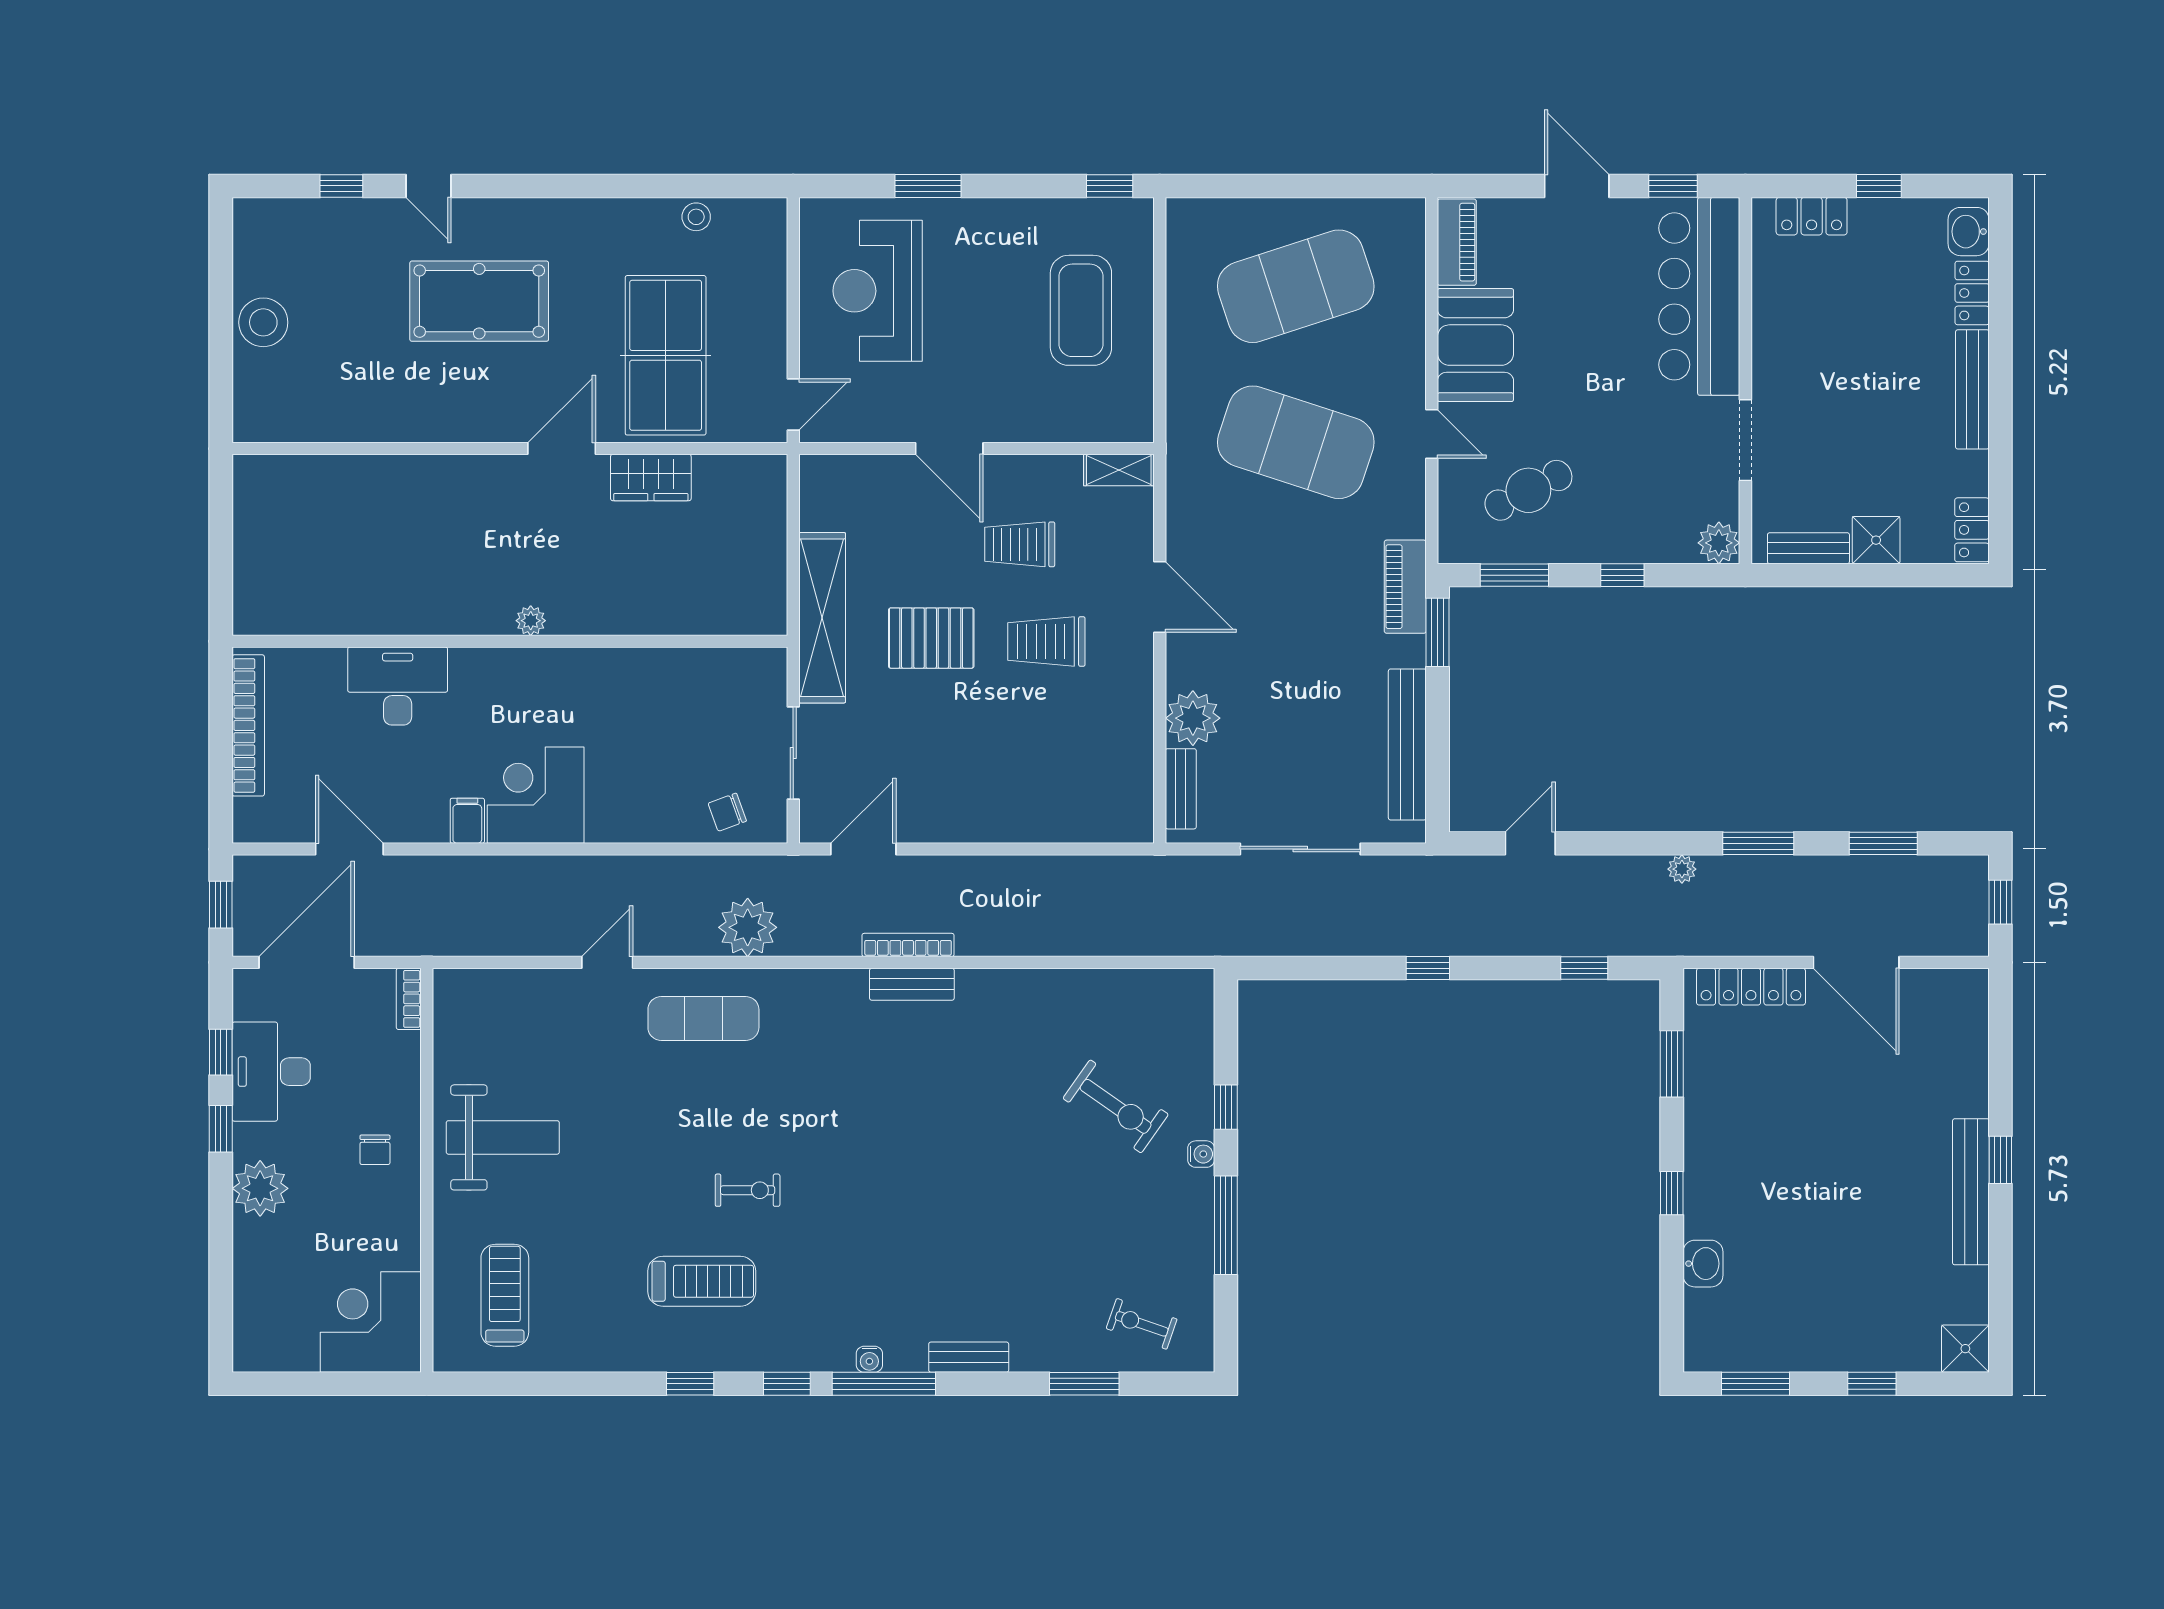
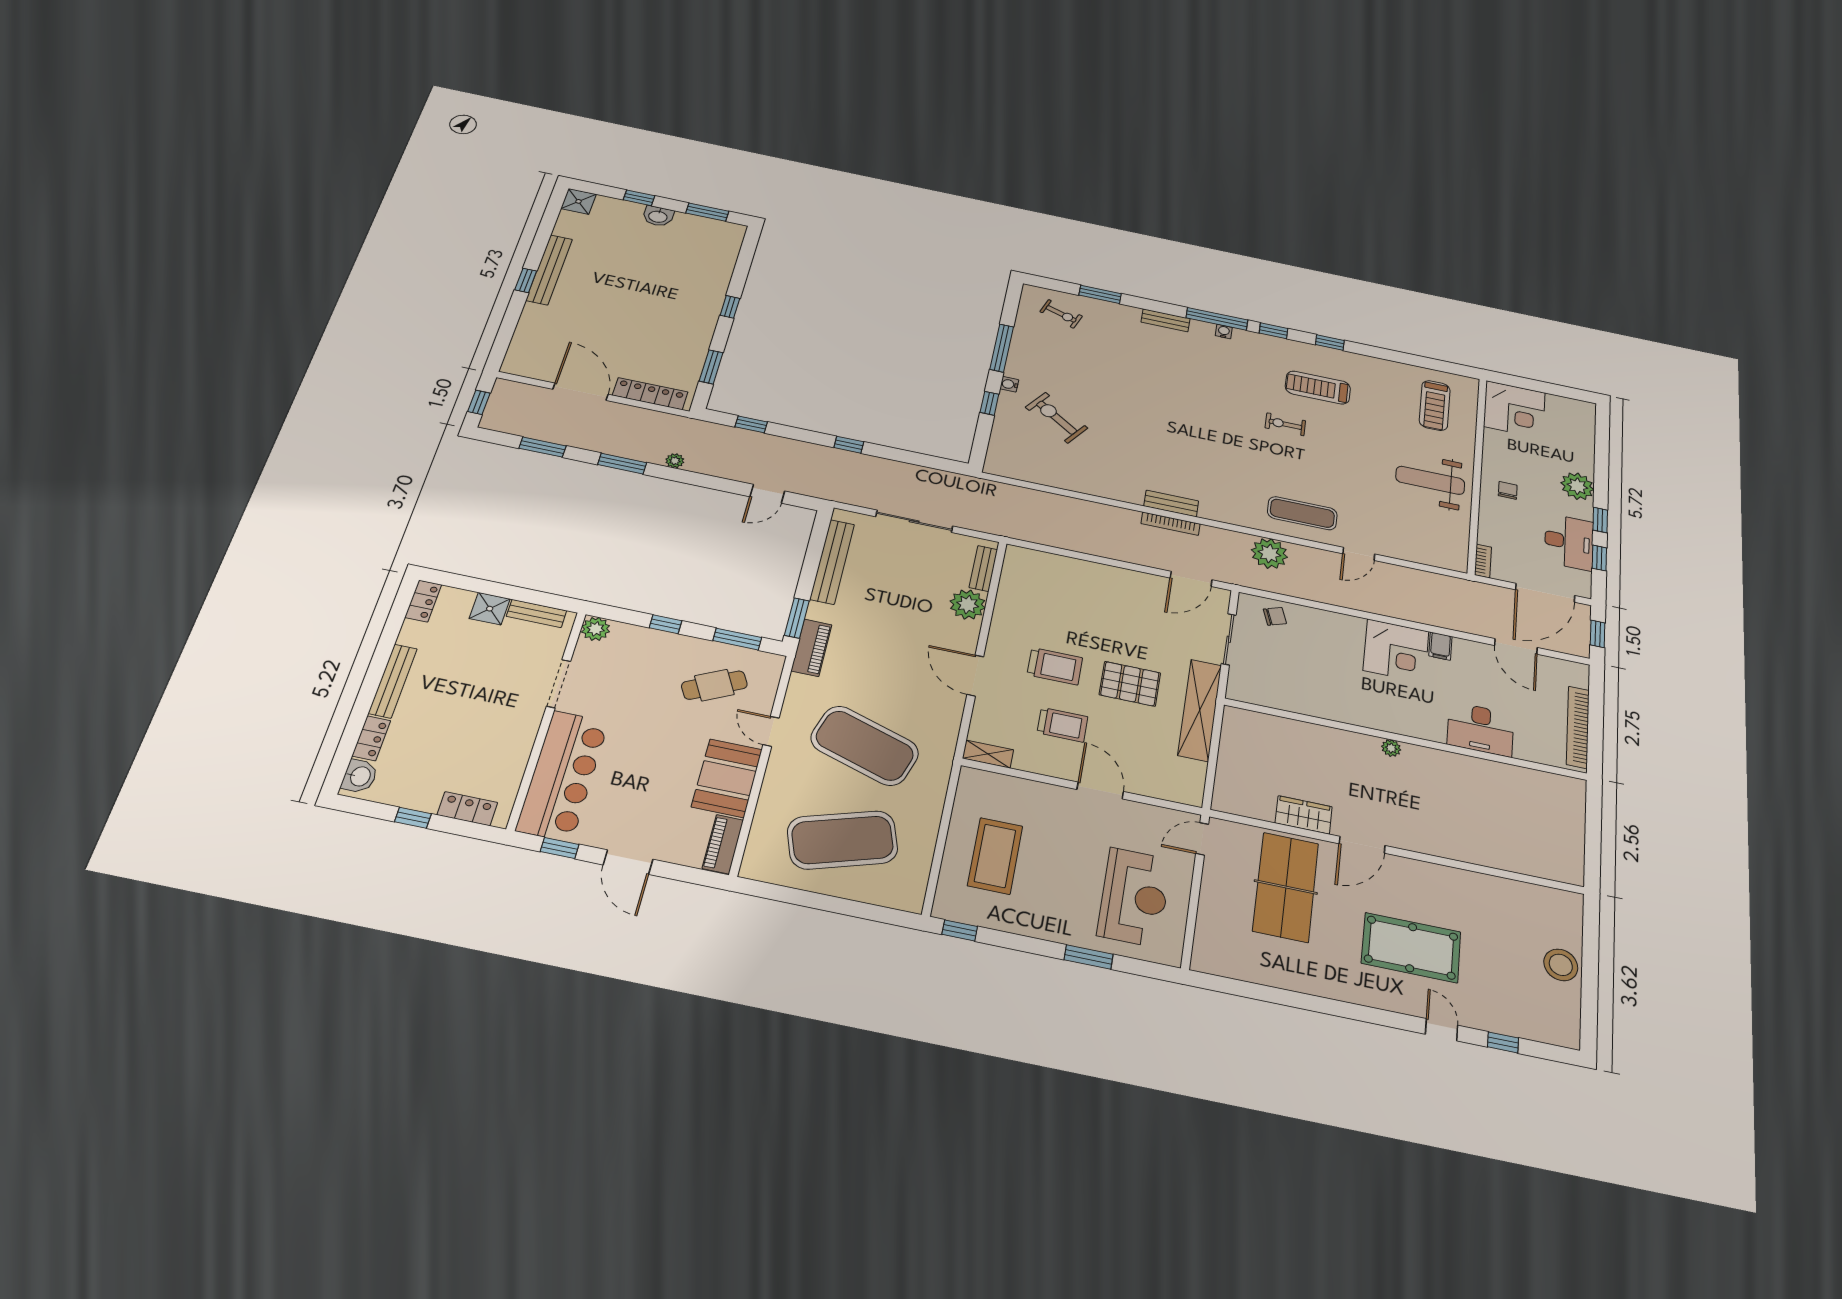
stool: (696, 217) -> (1255, 971), removed
washbasin: (1703, 1264) -> (658, 216), moved, turned -90

